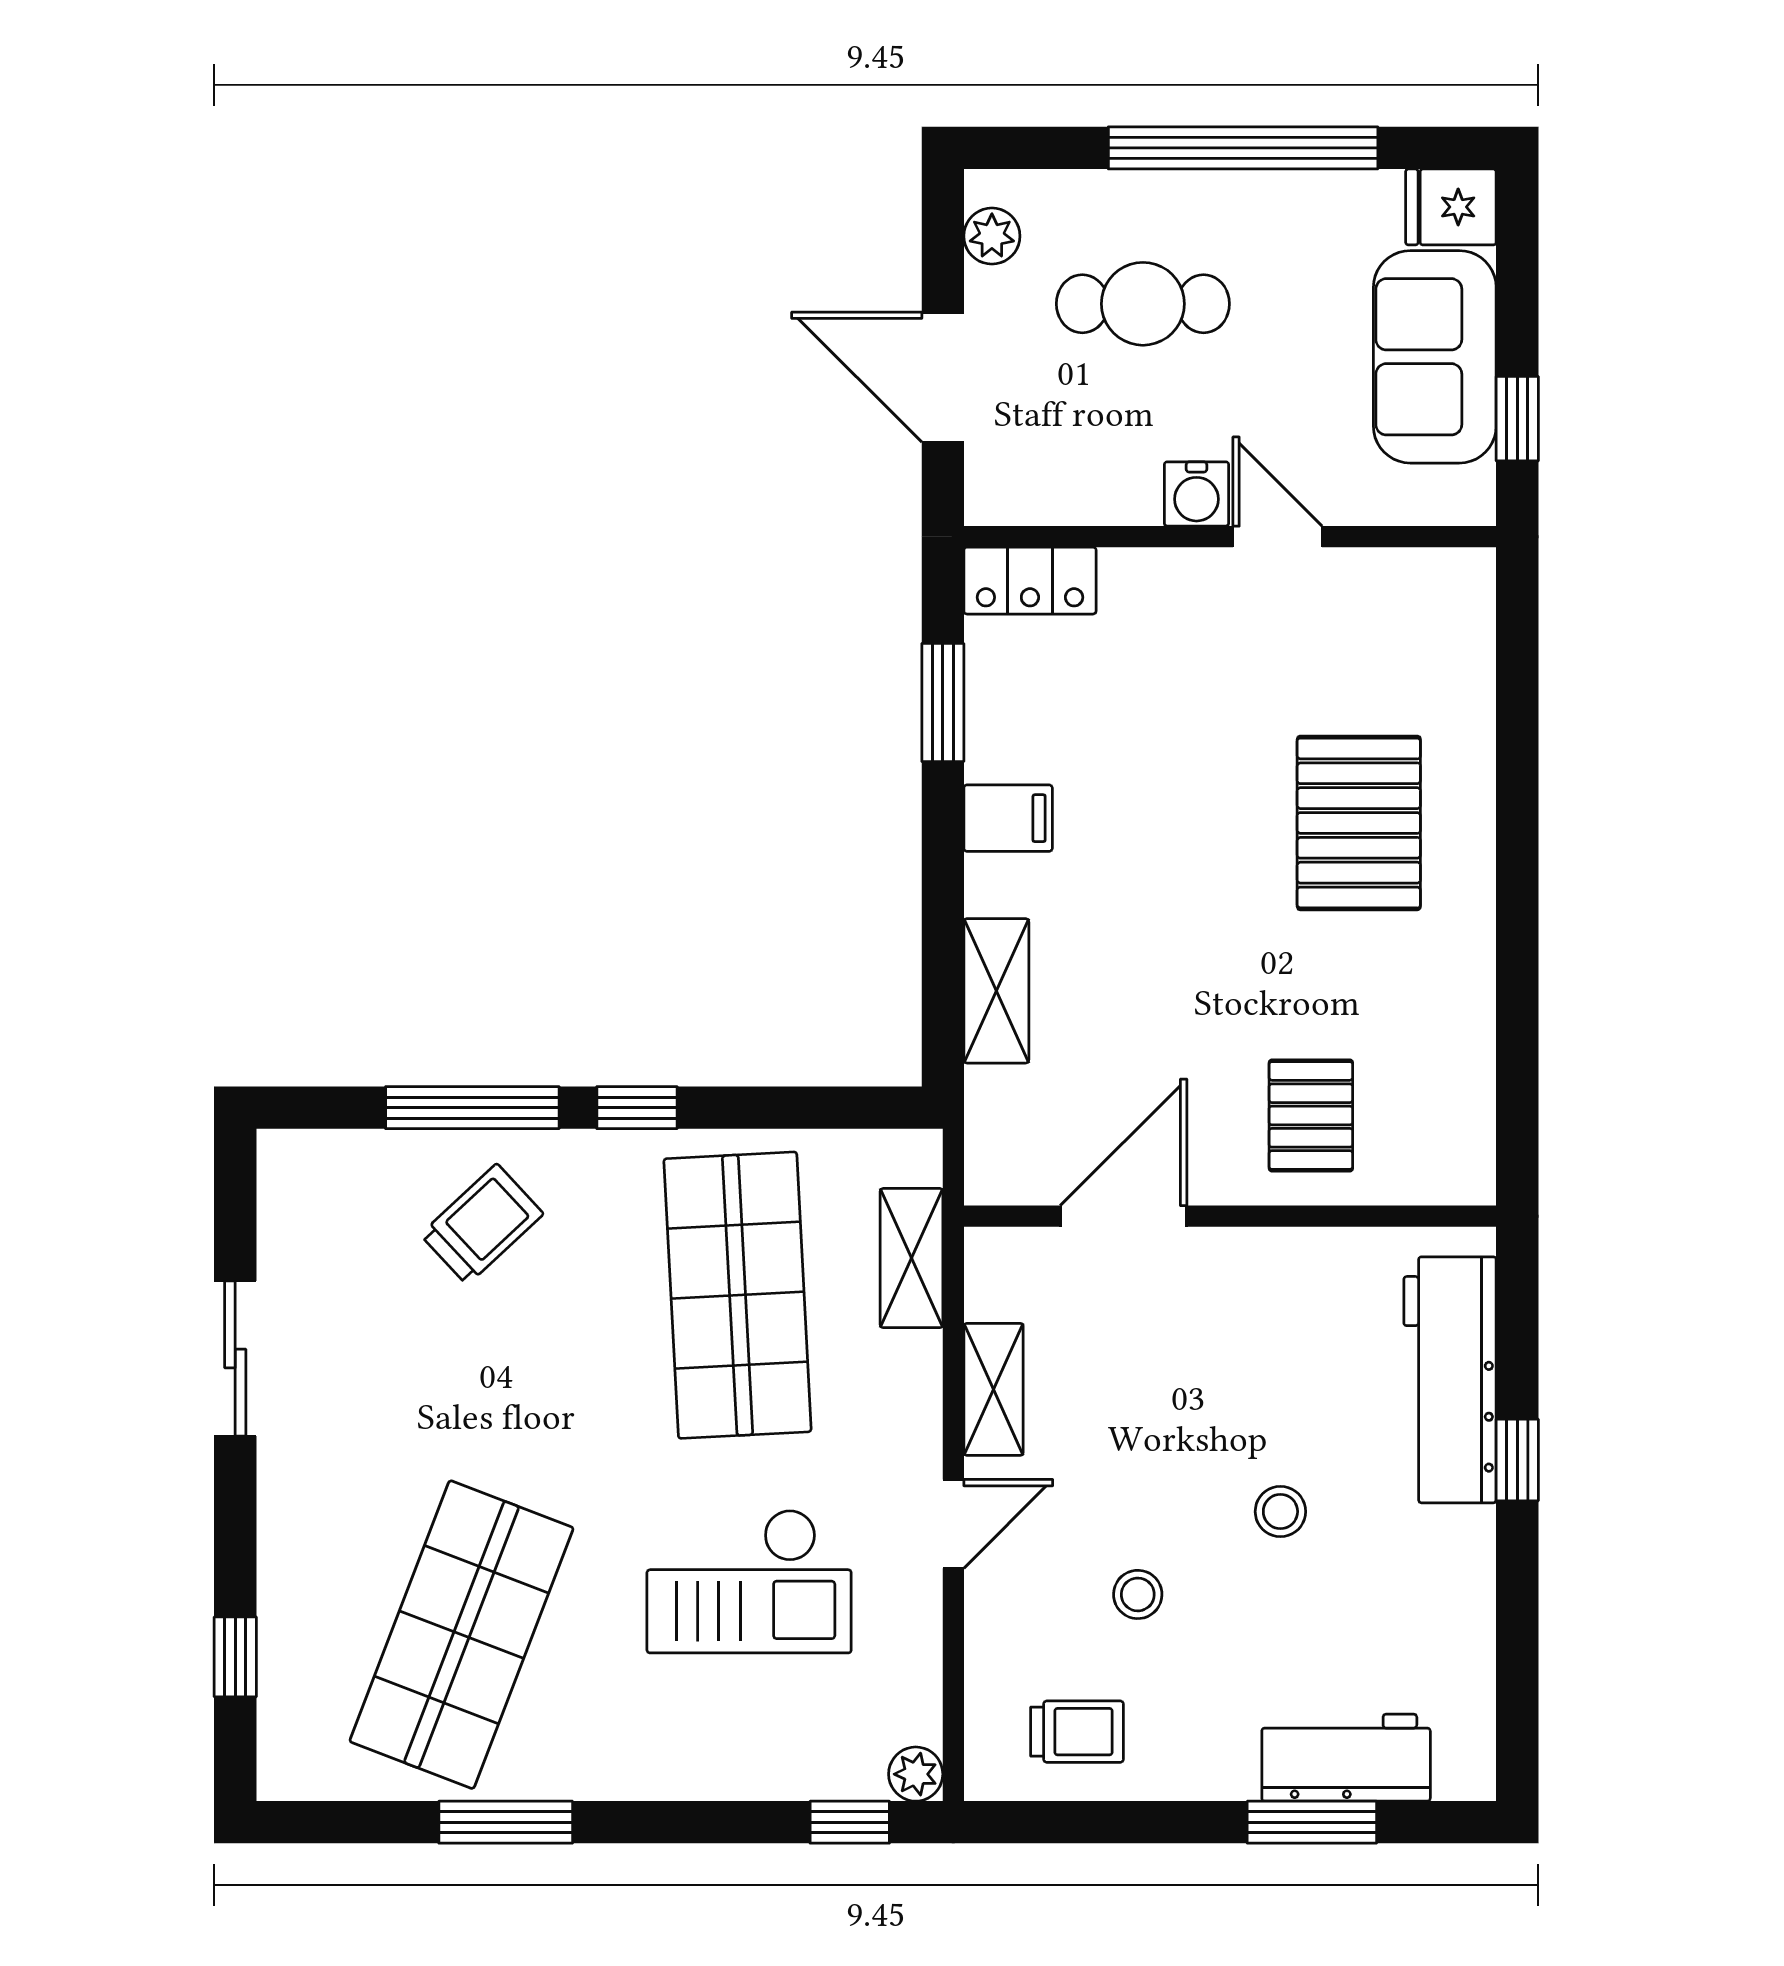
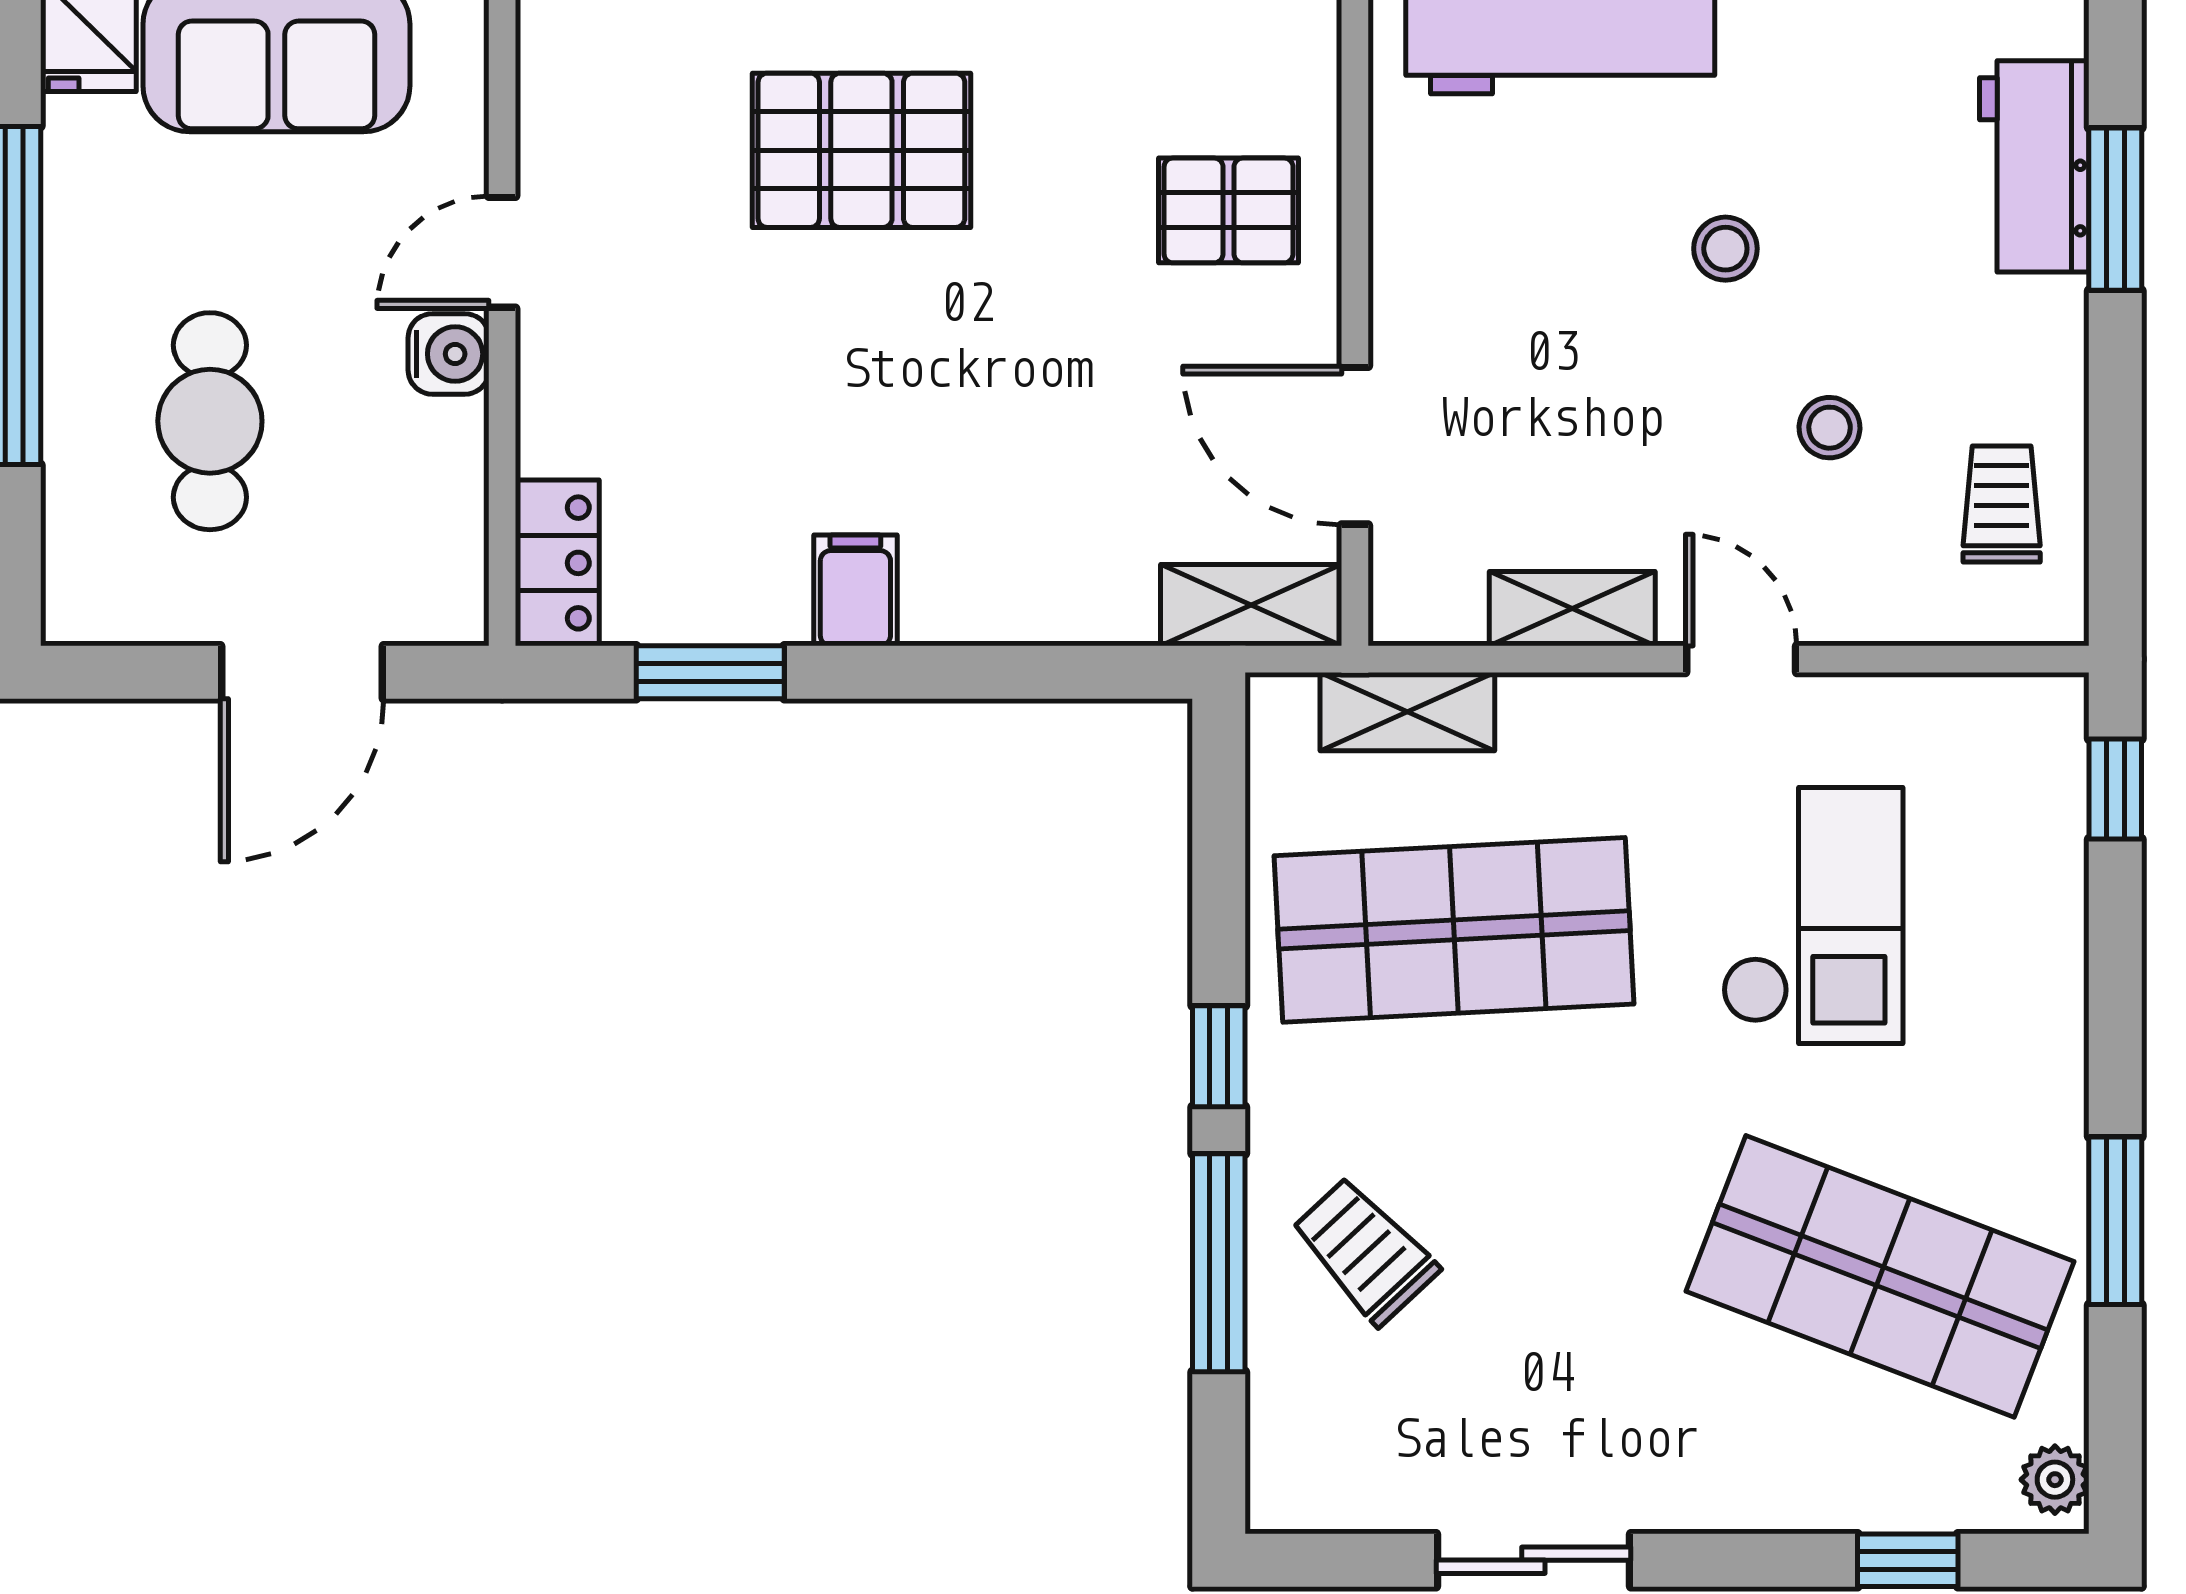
plant: (992, 236) -> (125, 611), removed
shelving: (996, 991) -> (1251, 605), moved
plant: (916, 1774) -> (2055, 1480), moved

